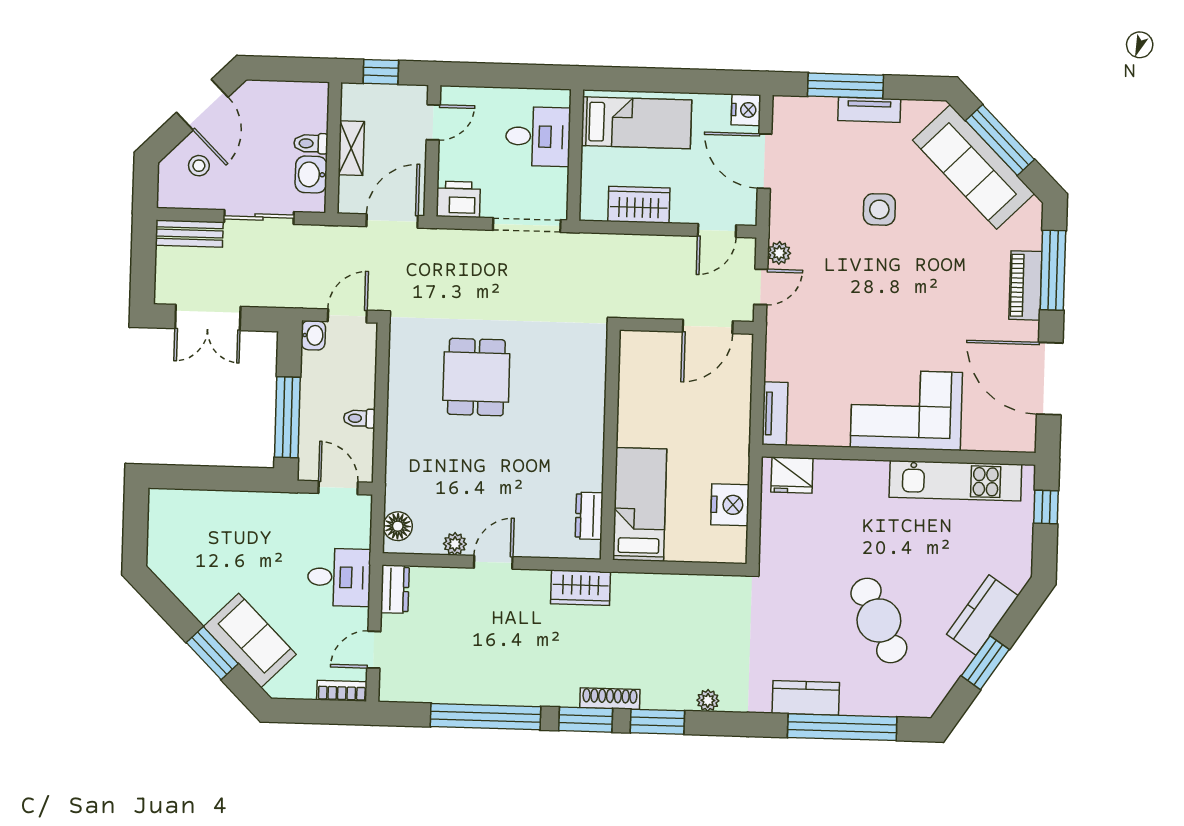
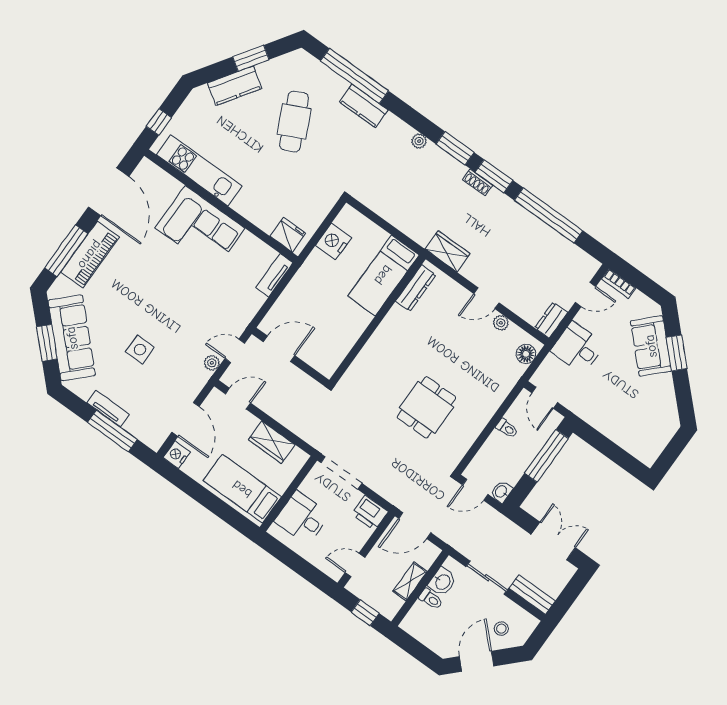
window: (1000, 140) -> (47, 343), width x0.69
piano: (1025, 285) -> (90, 255), width x1.37, depth x1.33
dresser: (589, 516) -> (416, 288), width x1.44
shoe rack: (610, 699) -> (478, 182), width x0.70

